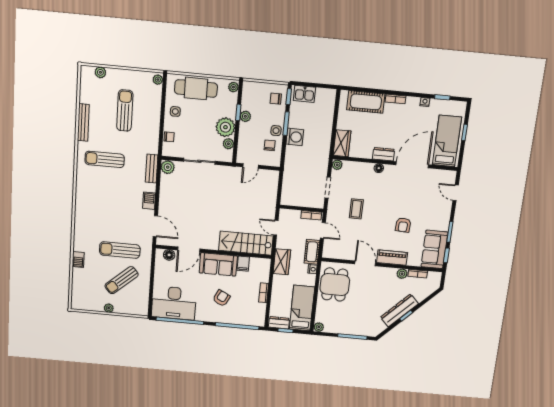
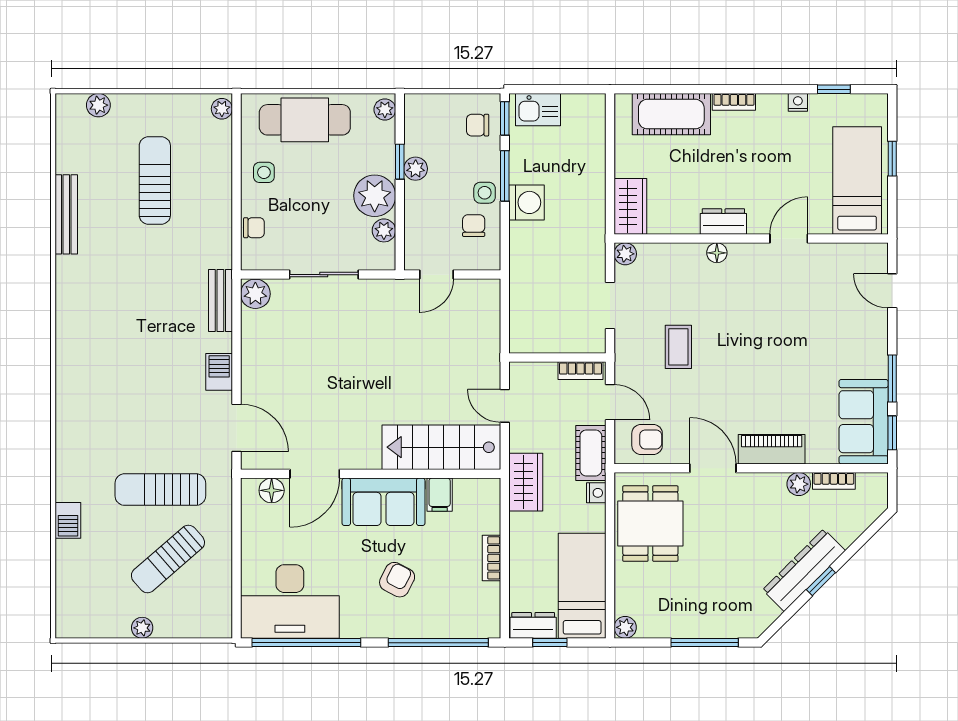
sun lounger: (105, 159) -> (116, 290), removed
door: (412, 165) -> (789, 239), width x0.53
armchair: (403, 225) -> (647, 439), moved, turned -93

